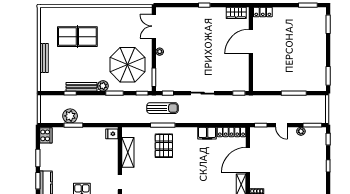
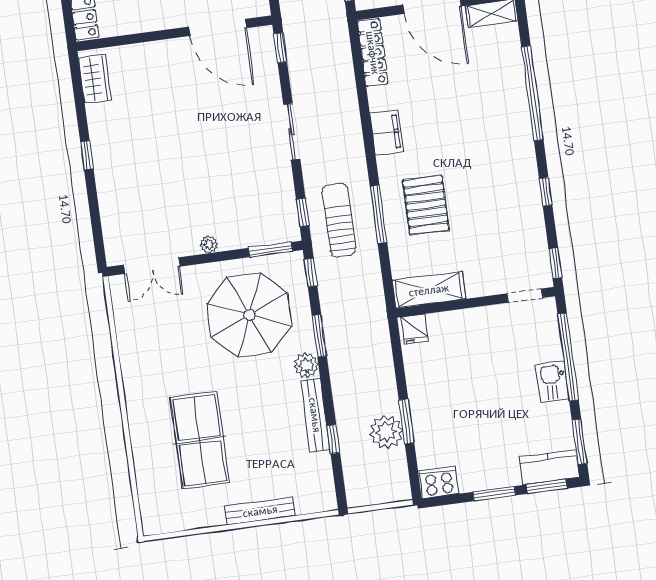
door: (251, 41) -> (218, 27), moved
filing cabinet: (207, 133) -> (386, 133), moved
pallet: (164, 146) -> (426, 205), turned 90
shelving: (128, 152) -> (429, 290), moved

